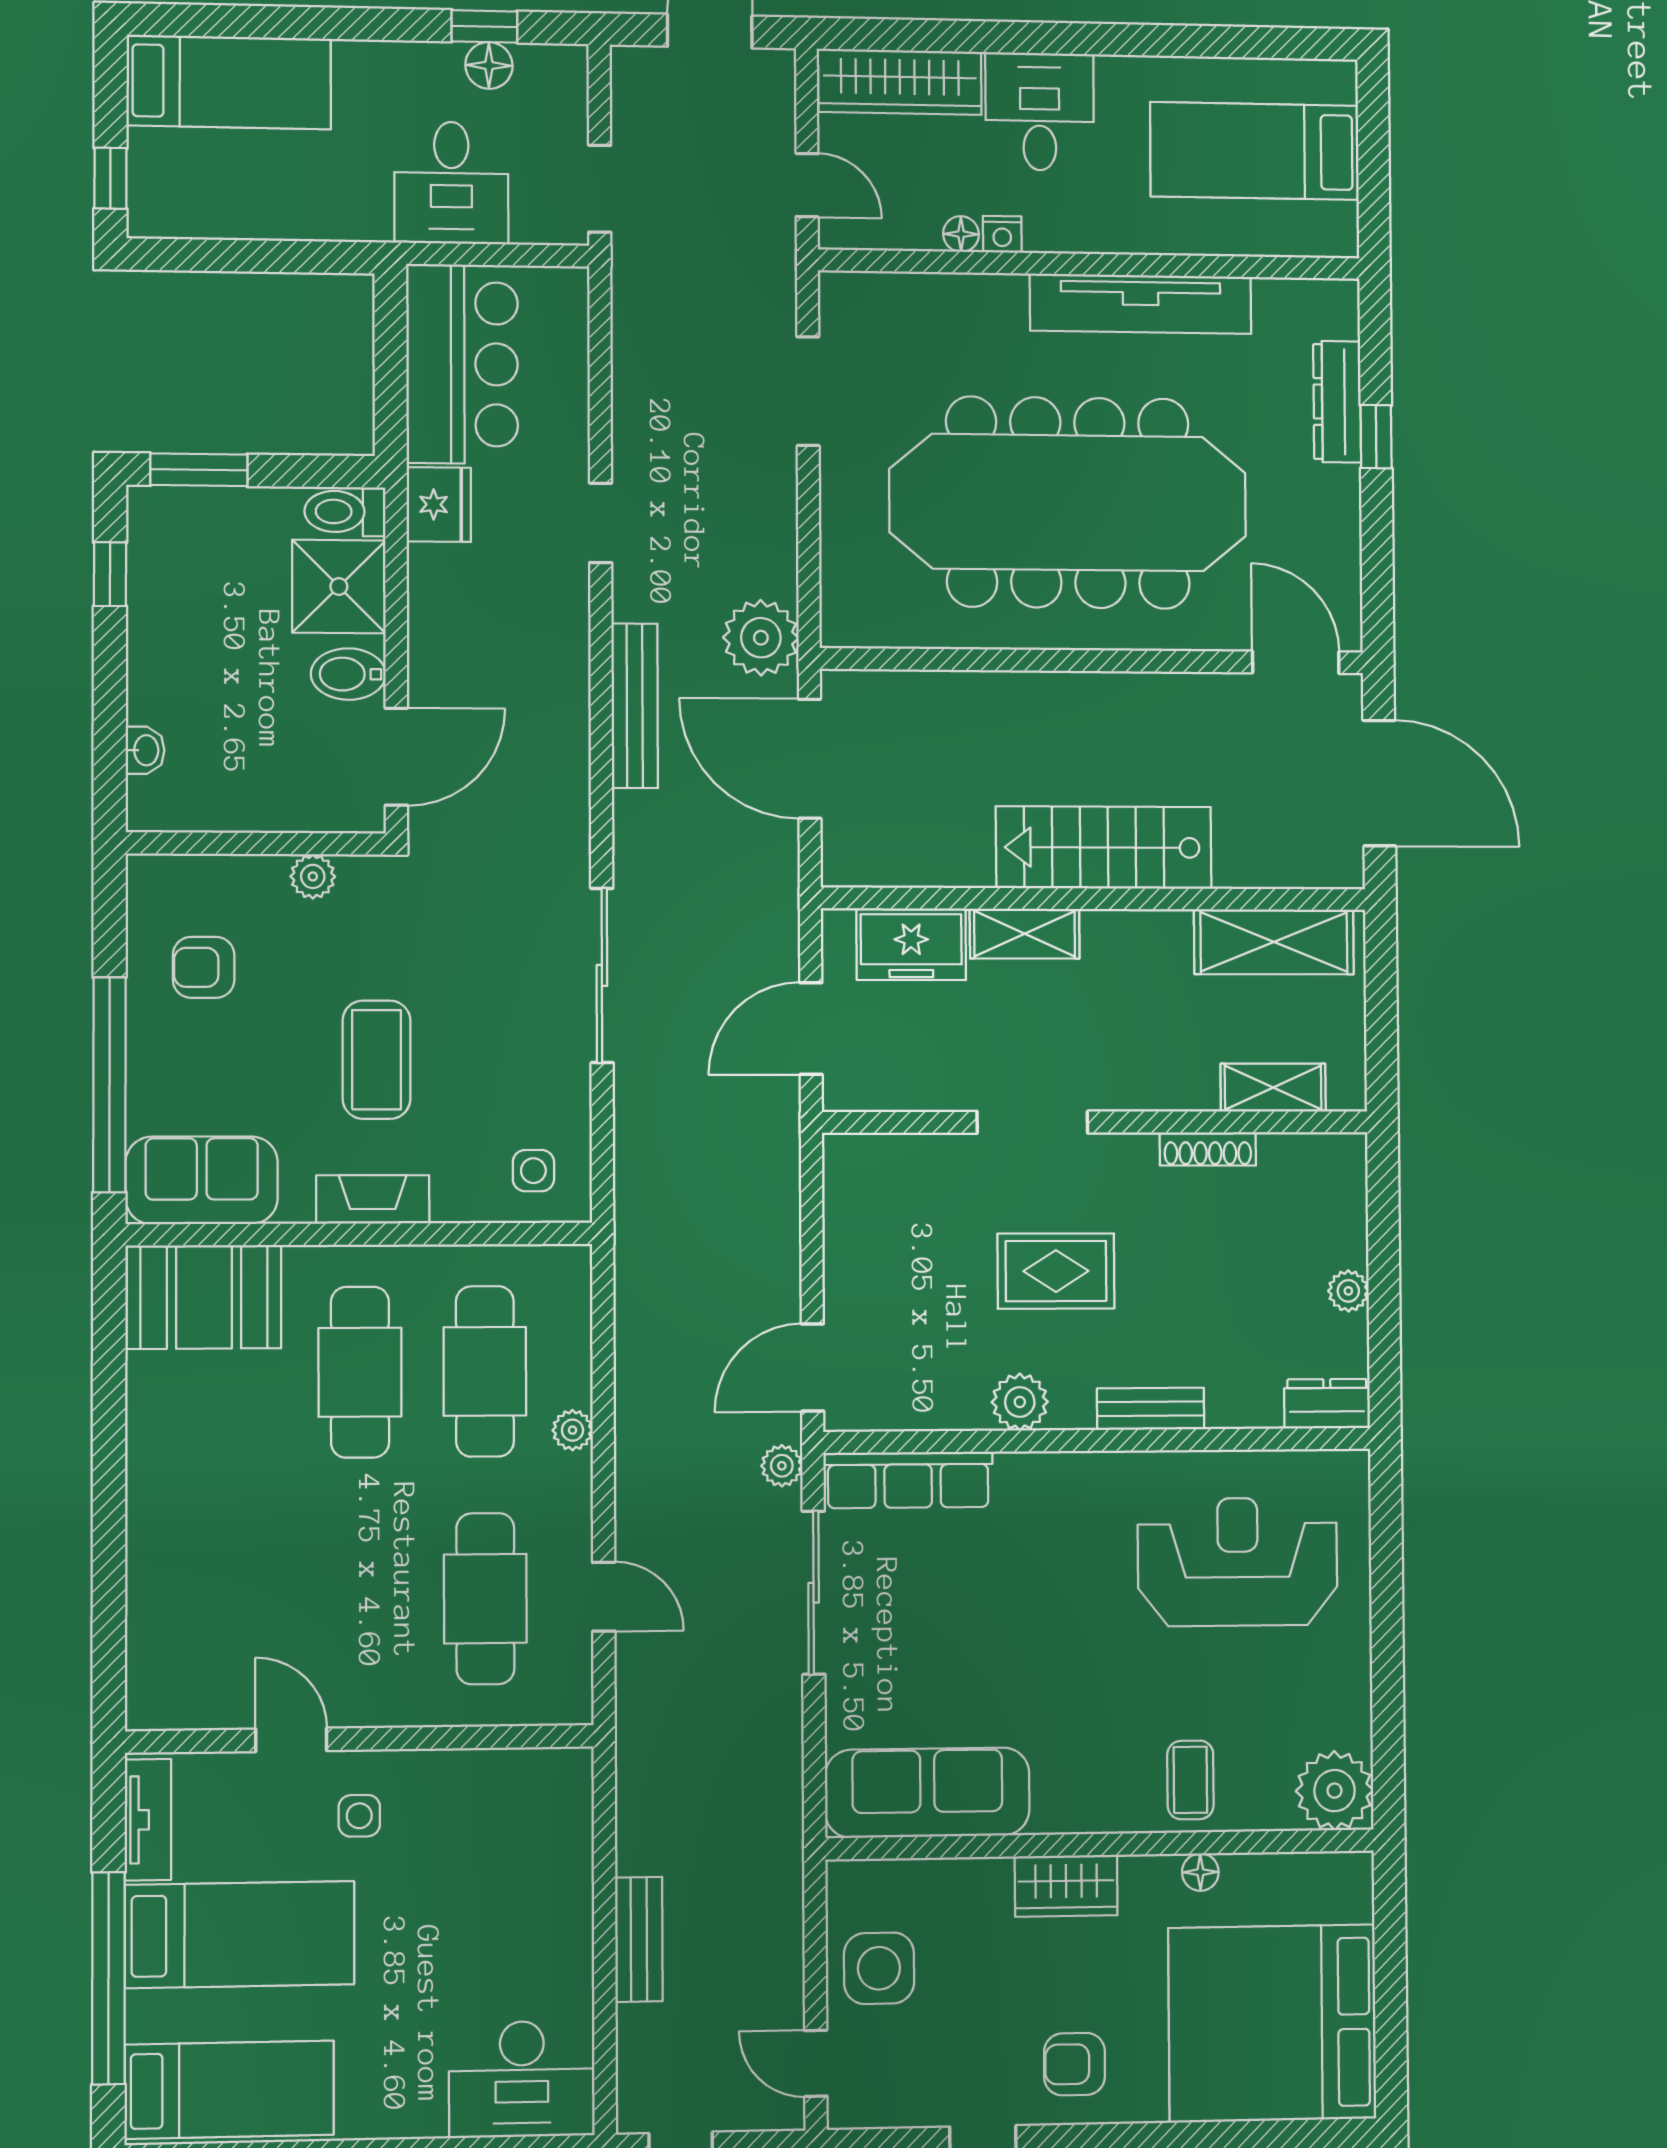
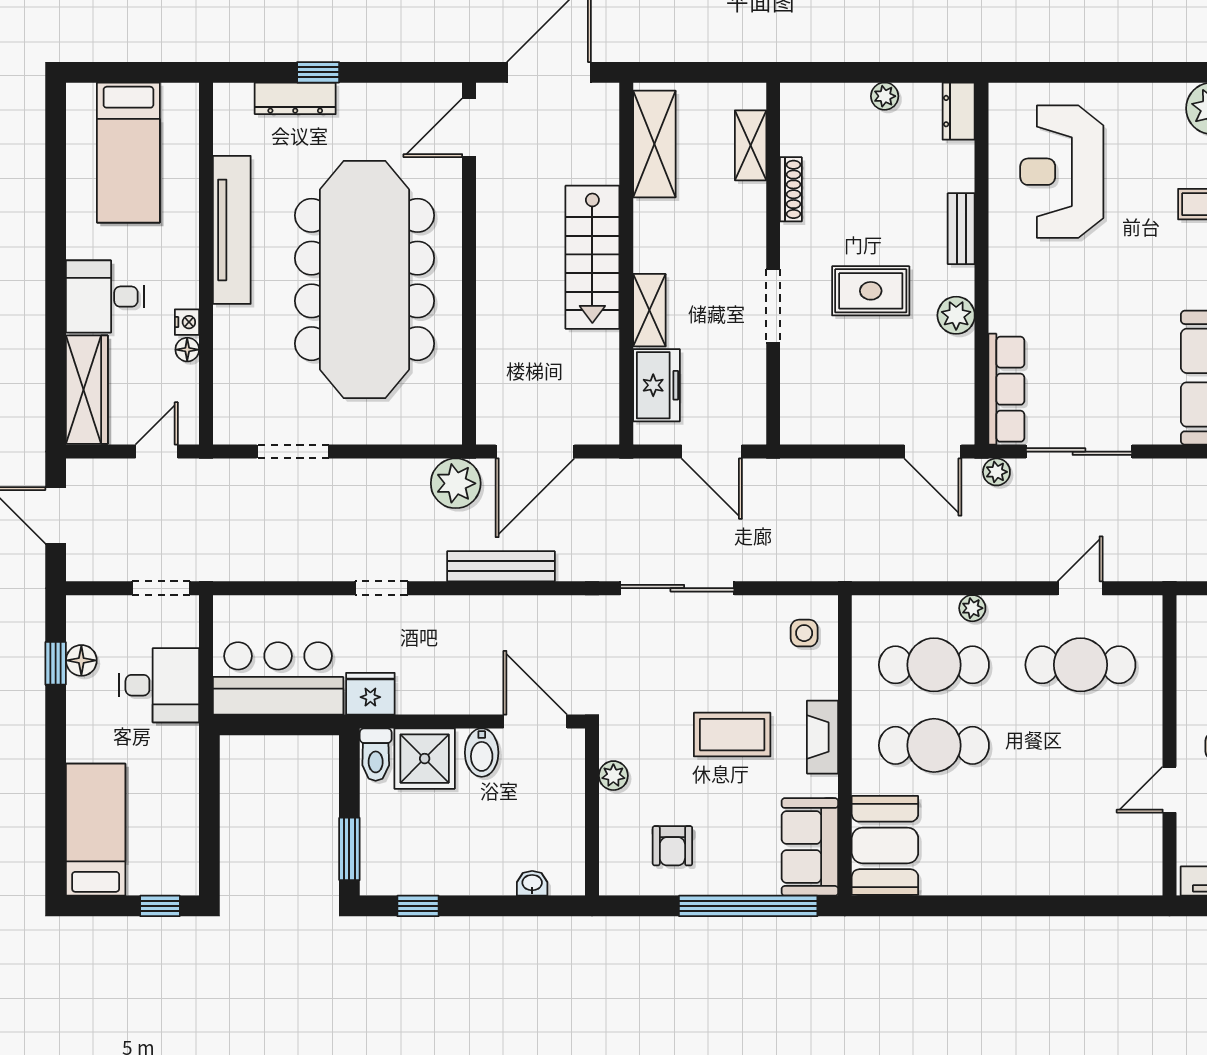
rug: (1056, 1271) -> (871, 291), turned 90

